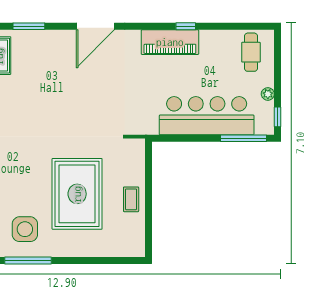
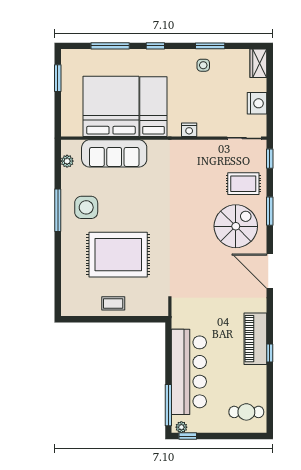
spiral stairs: (46, 64) -> (236, 226), added
plant: (268, 94) -> (181, 427), moved

